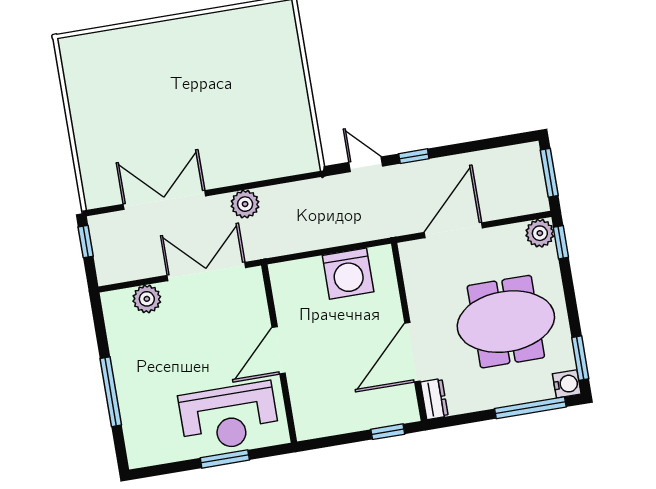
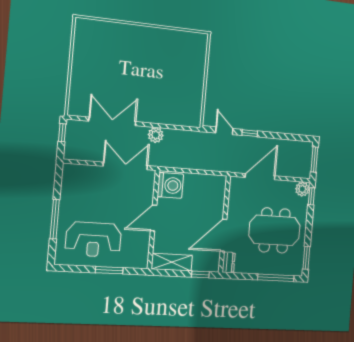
washing machine: (348, 274) -> (170, 185), moved, turned -90
plant: (147, 299) -> (89, 173), removed
water cooler: (567, 384) -> (297, 269), removed
reception desk: (229, 417) -> (93, 239), moved
shelving: (331, 421) -> (172, 262), added

